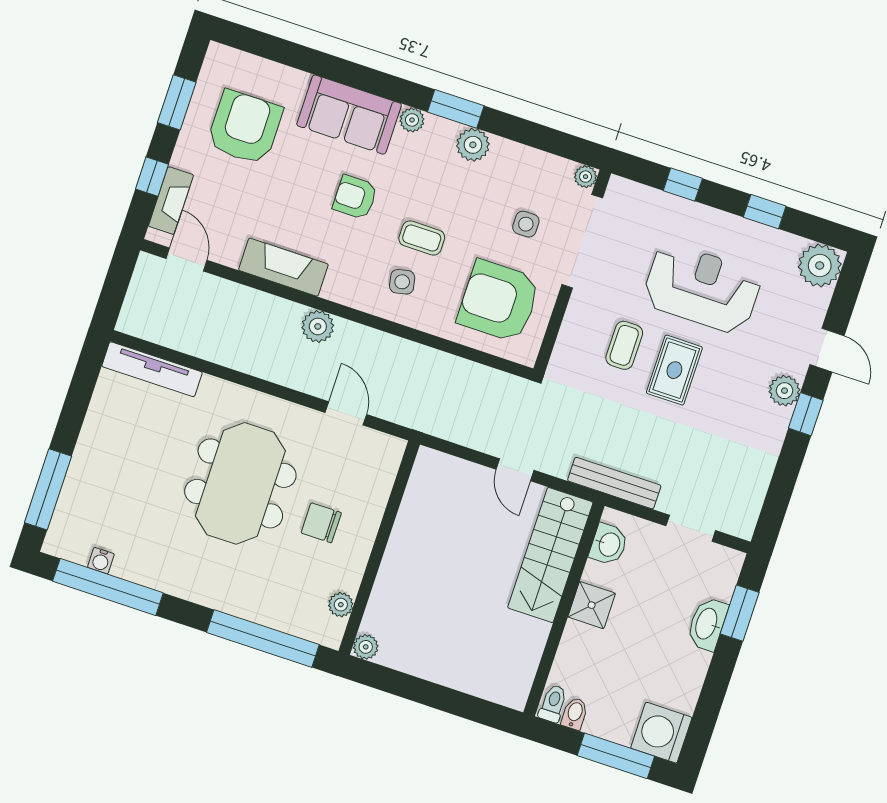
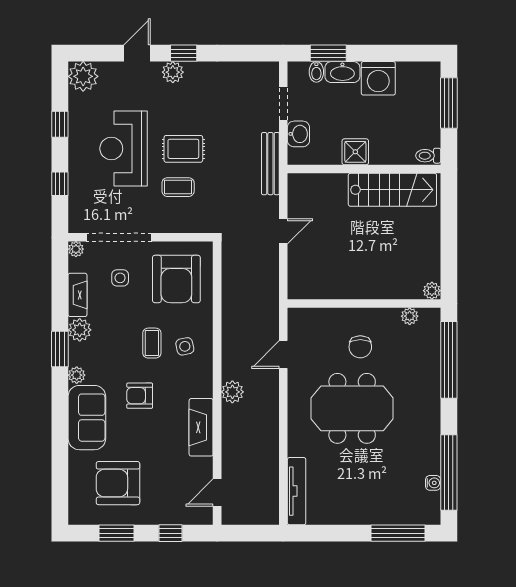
armchair: (355, 197) -> (140, 396), turned 90
fireplace: (171, 201) -> (78, 295), moved, turned 90
washbasin: (609, 544) -> (298, 134), moved, turned 90
stairs: (550, 555) -> (392, 190), moved
bidet: (575, 714) -> (316, 72), moved, turned -90
washing machine: (661, 733) -> (378, 78), moved

